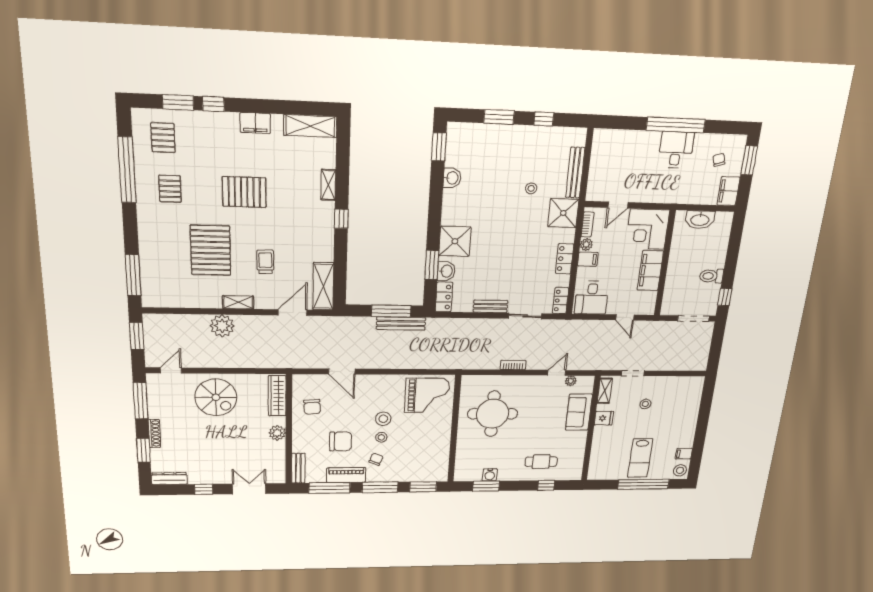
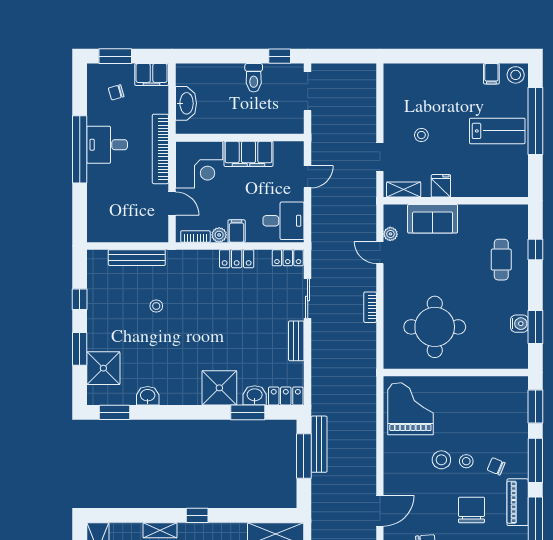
bookcase: (665, 197) -> (160, 149), added
shower: (563, 213) -> (103, 368), moved

